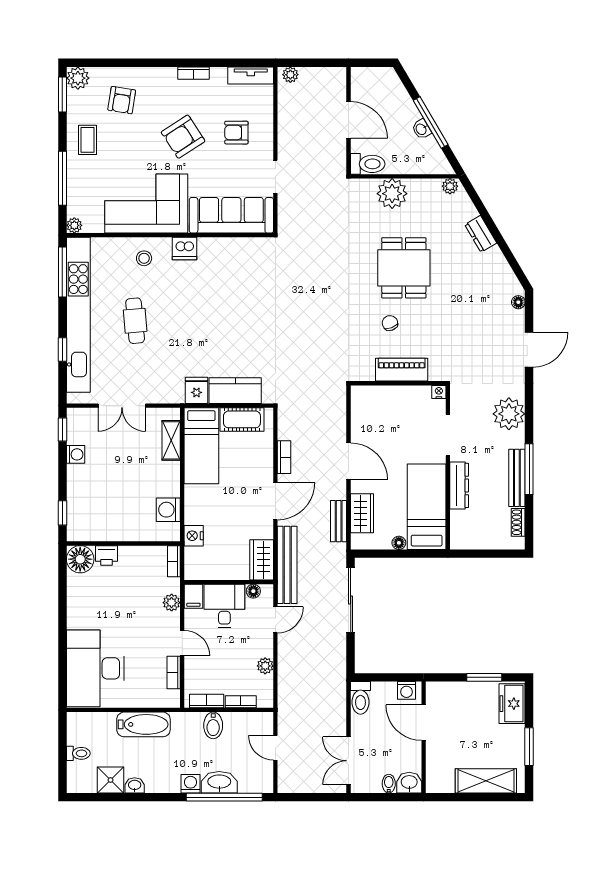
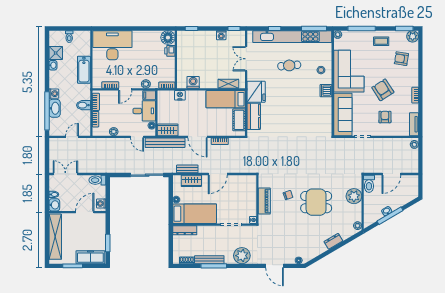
fridge: (197, 390) -> (256, 92), width x1.88, depth x1.34
dresser: (459, 485) -> (185, 230), moved
freezer: (512, 704) -> (90, 257), width x1.40
shelving: (486, 781) -> (55, 237), width x1.47

